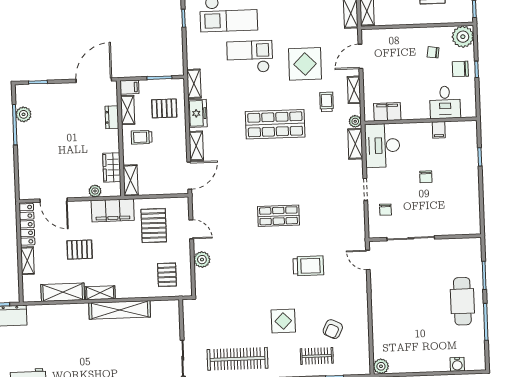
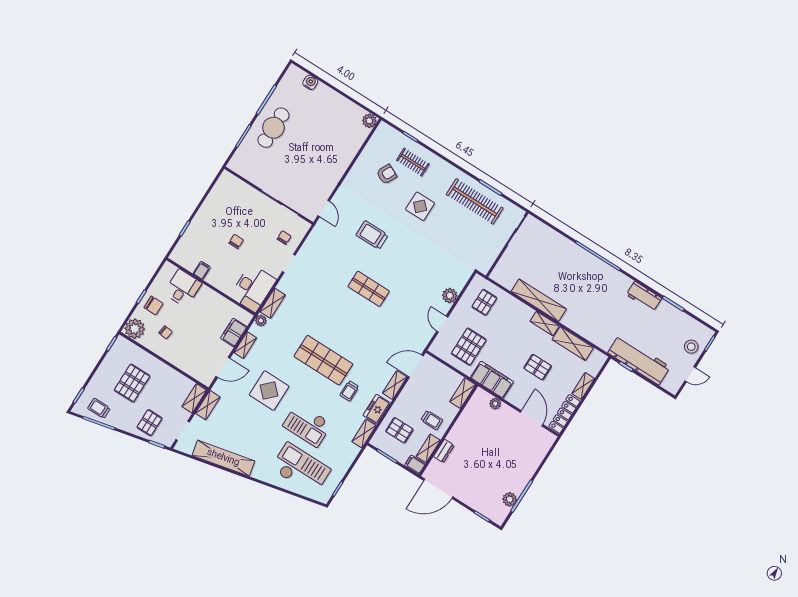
trolley: (327, 102) -> (349, 391), moved
filing cabinet: (387, 112) -> (234, 333), moved, turned 90
wardrobe: (112, 167) -> (470, 413), removed

